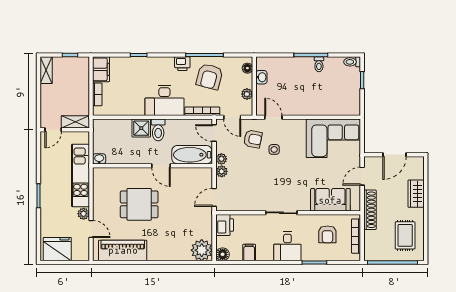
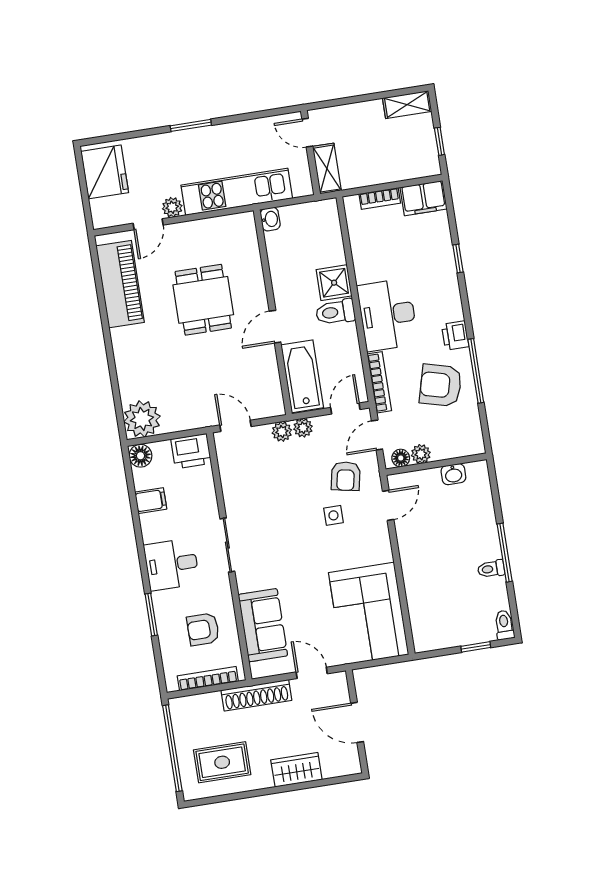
floor lamp: (247, 68) -> (401, 458), moved

